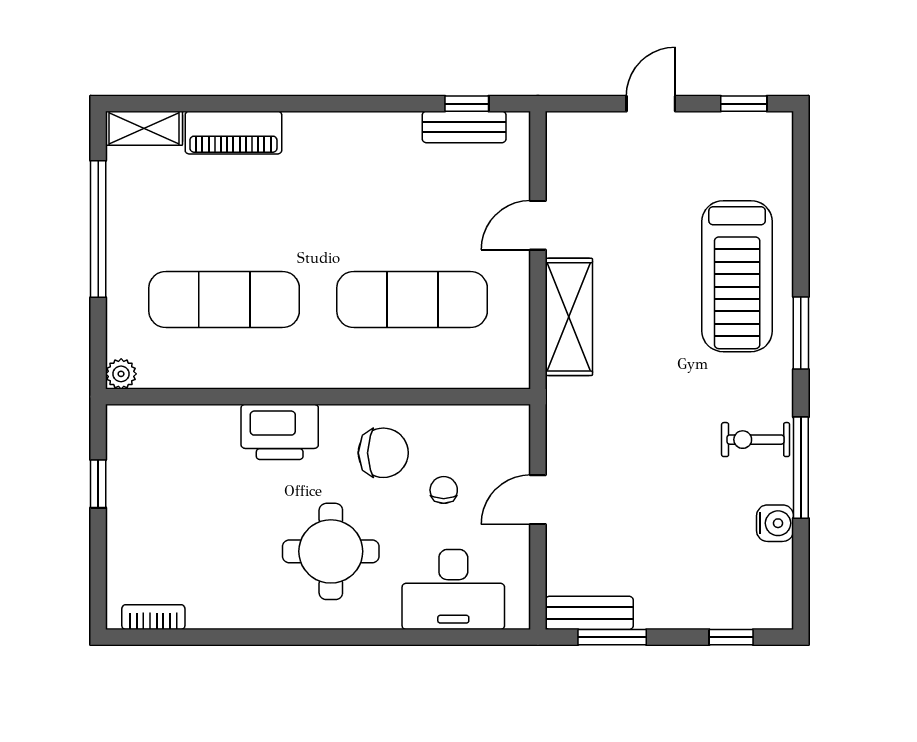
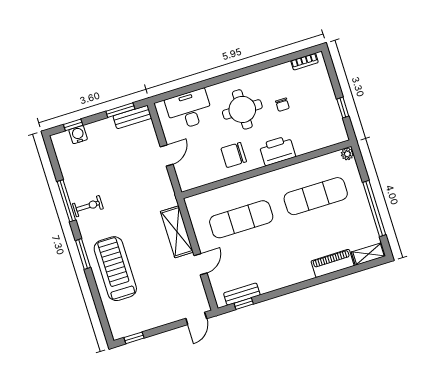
door: (651, 104) -> (196, 318), moved
chair: (444, 490) -> (282, 105), moved
water cooler: (775, 523) -> (78, 135), moved, turned 90

